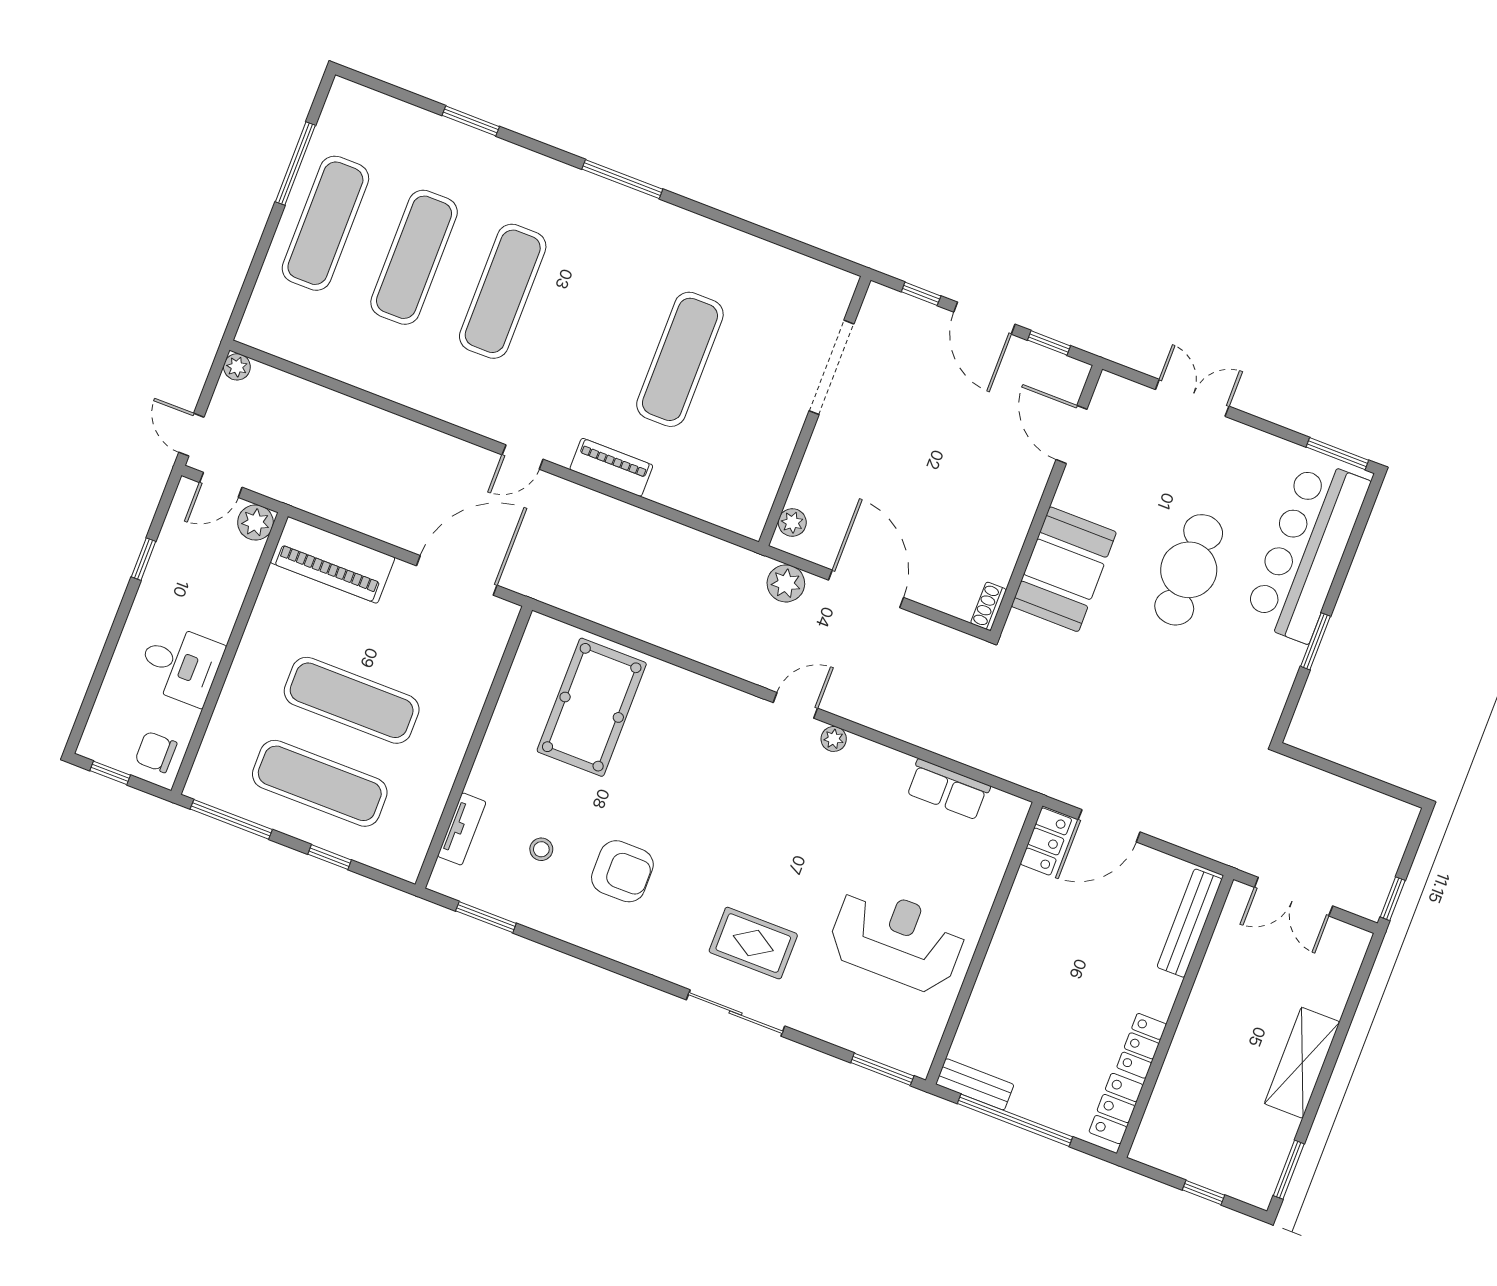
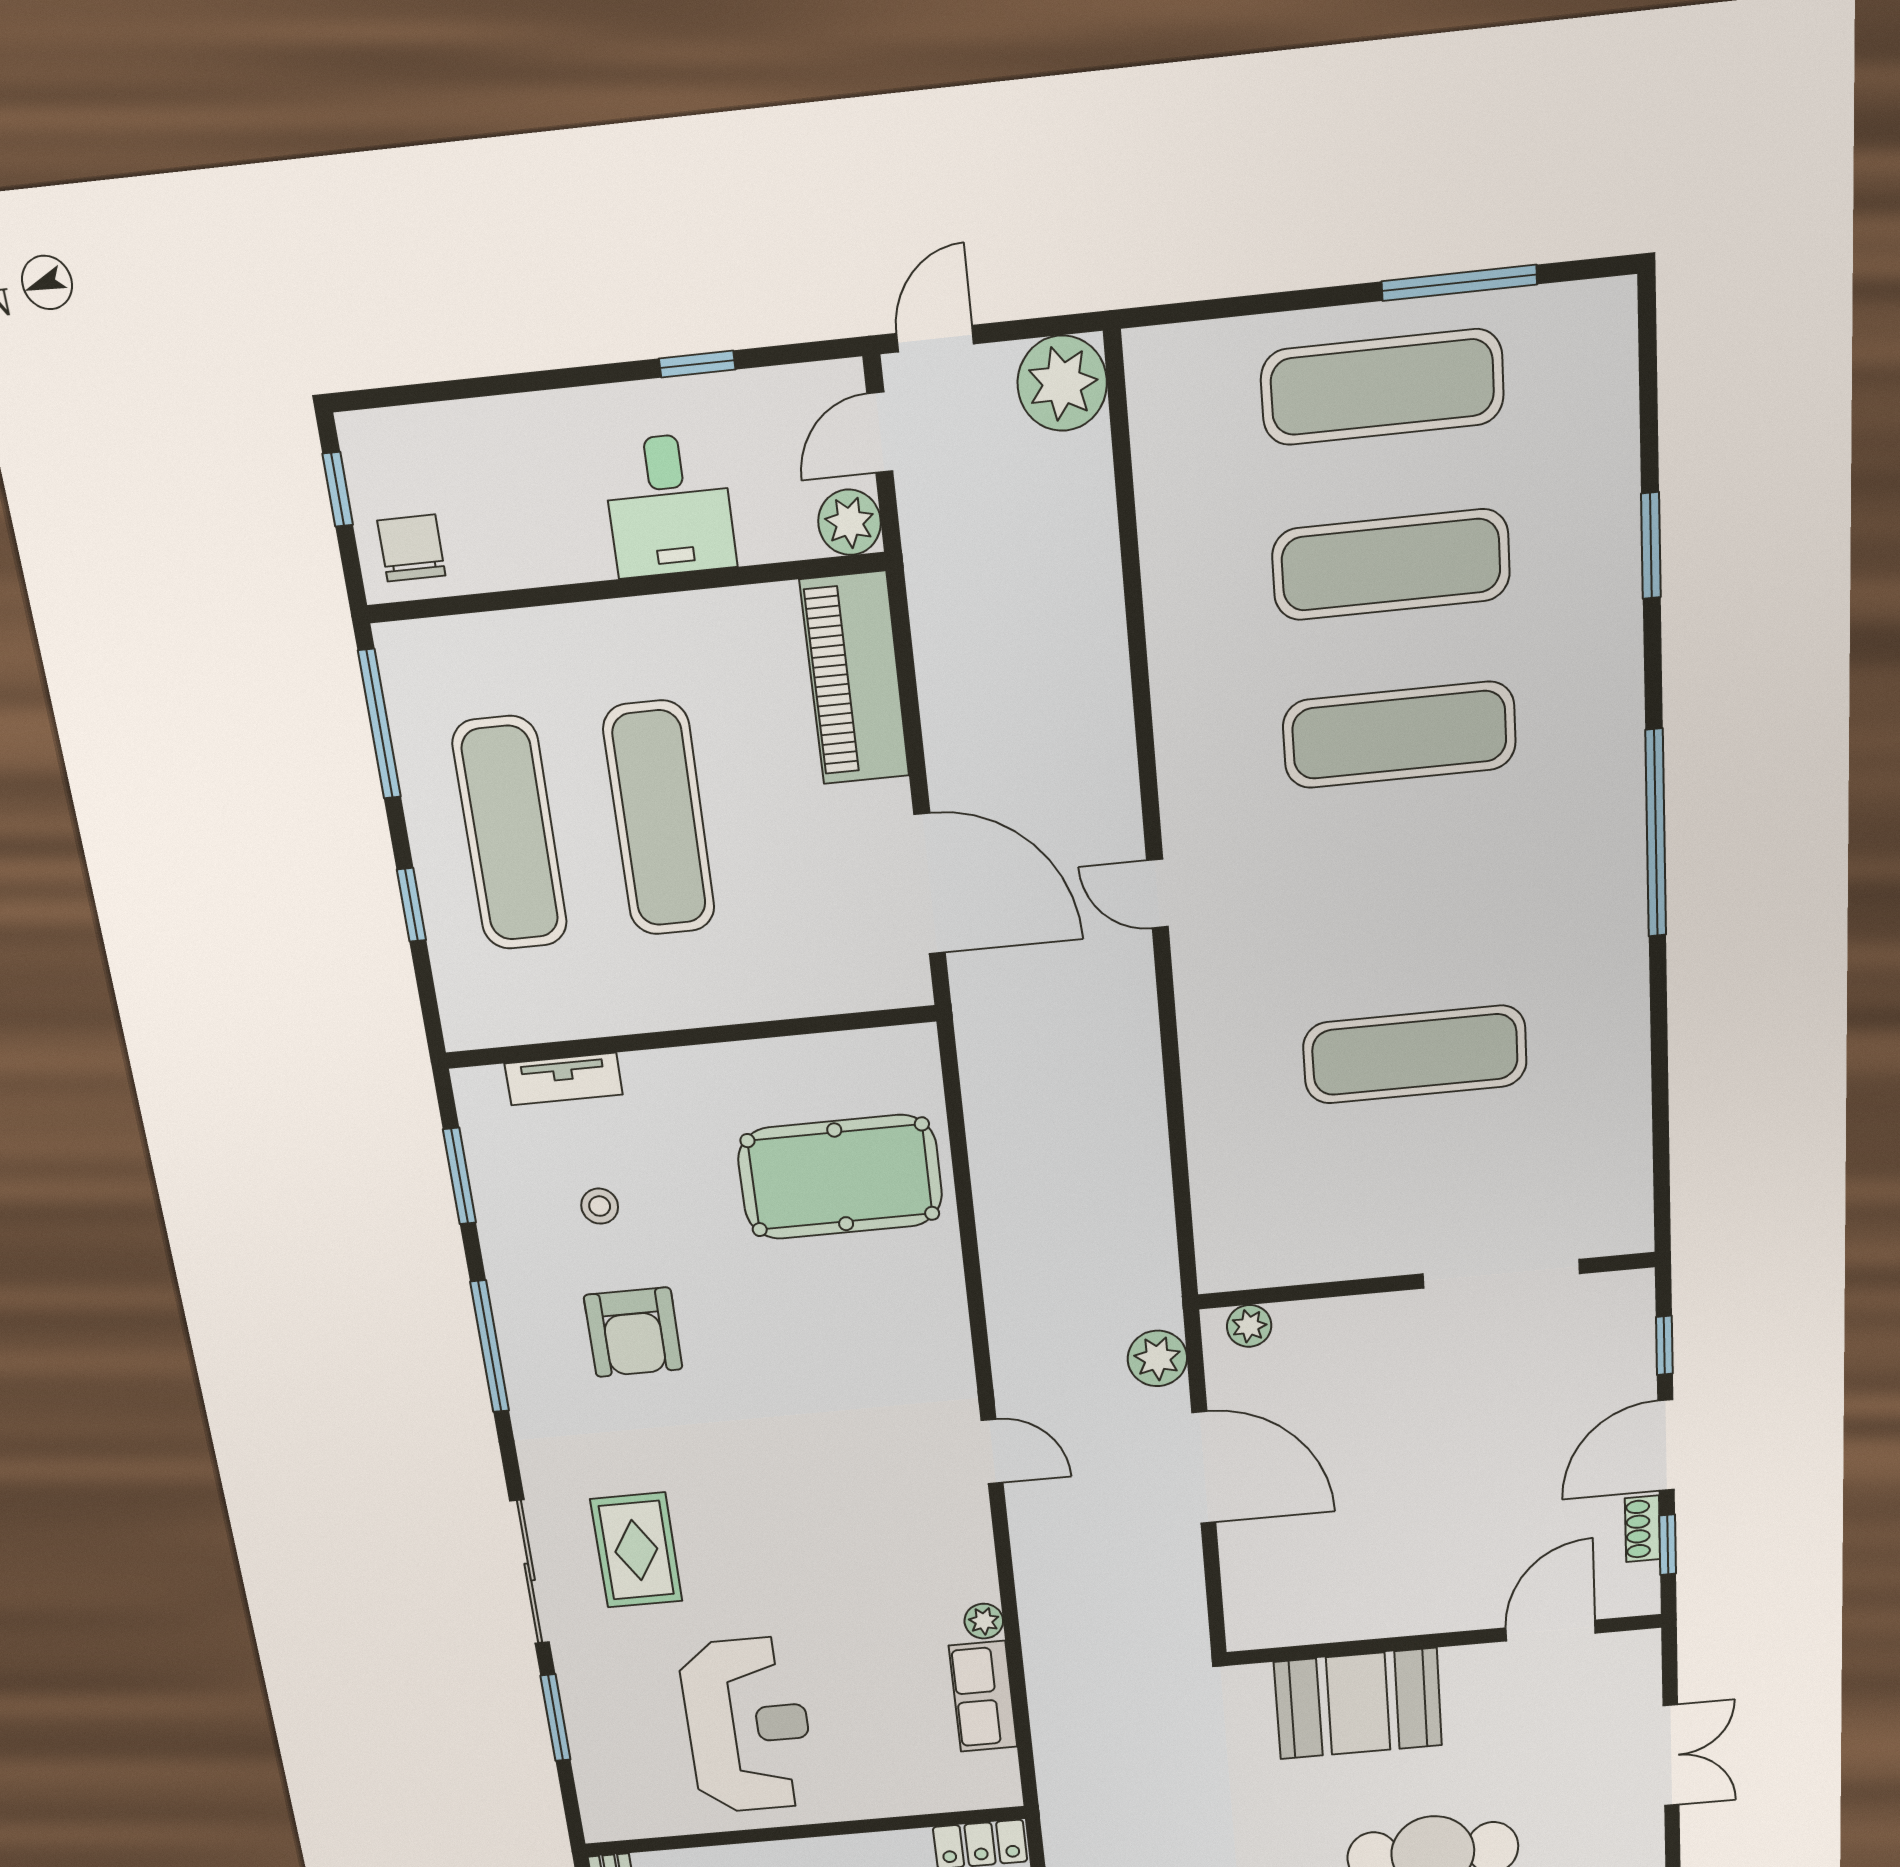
window: (622, 179) -> (1656, 833), width x1.46
plant: (237, 367) -> (1062, 383), width x1.88, depth x1.88
piano: (611, 467) -> (1206, 1033), removed
door: (221, 485) -> (880, 432), hinge flipped
door: (866, 589) -> (1204, 1468), hinge flipped
shoe rack: (988, 606) -> (1643, 1529), moved, turned -90
desk: (180, 665) -> (669, 505), moved
plant: (834, 739) -> (984, 1621), moved
window: (590, 957) -> (490, 1347), added
window: (882, 1069) -> (555, 1718), moved

